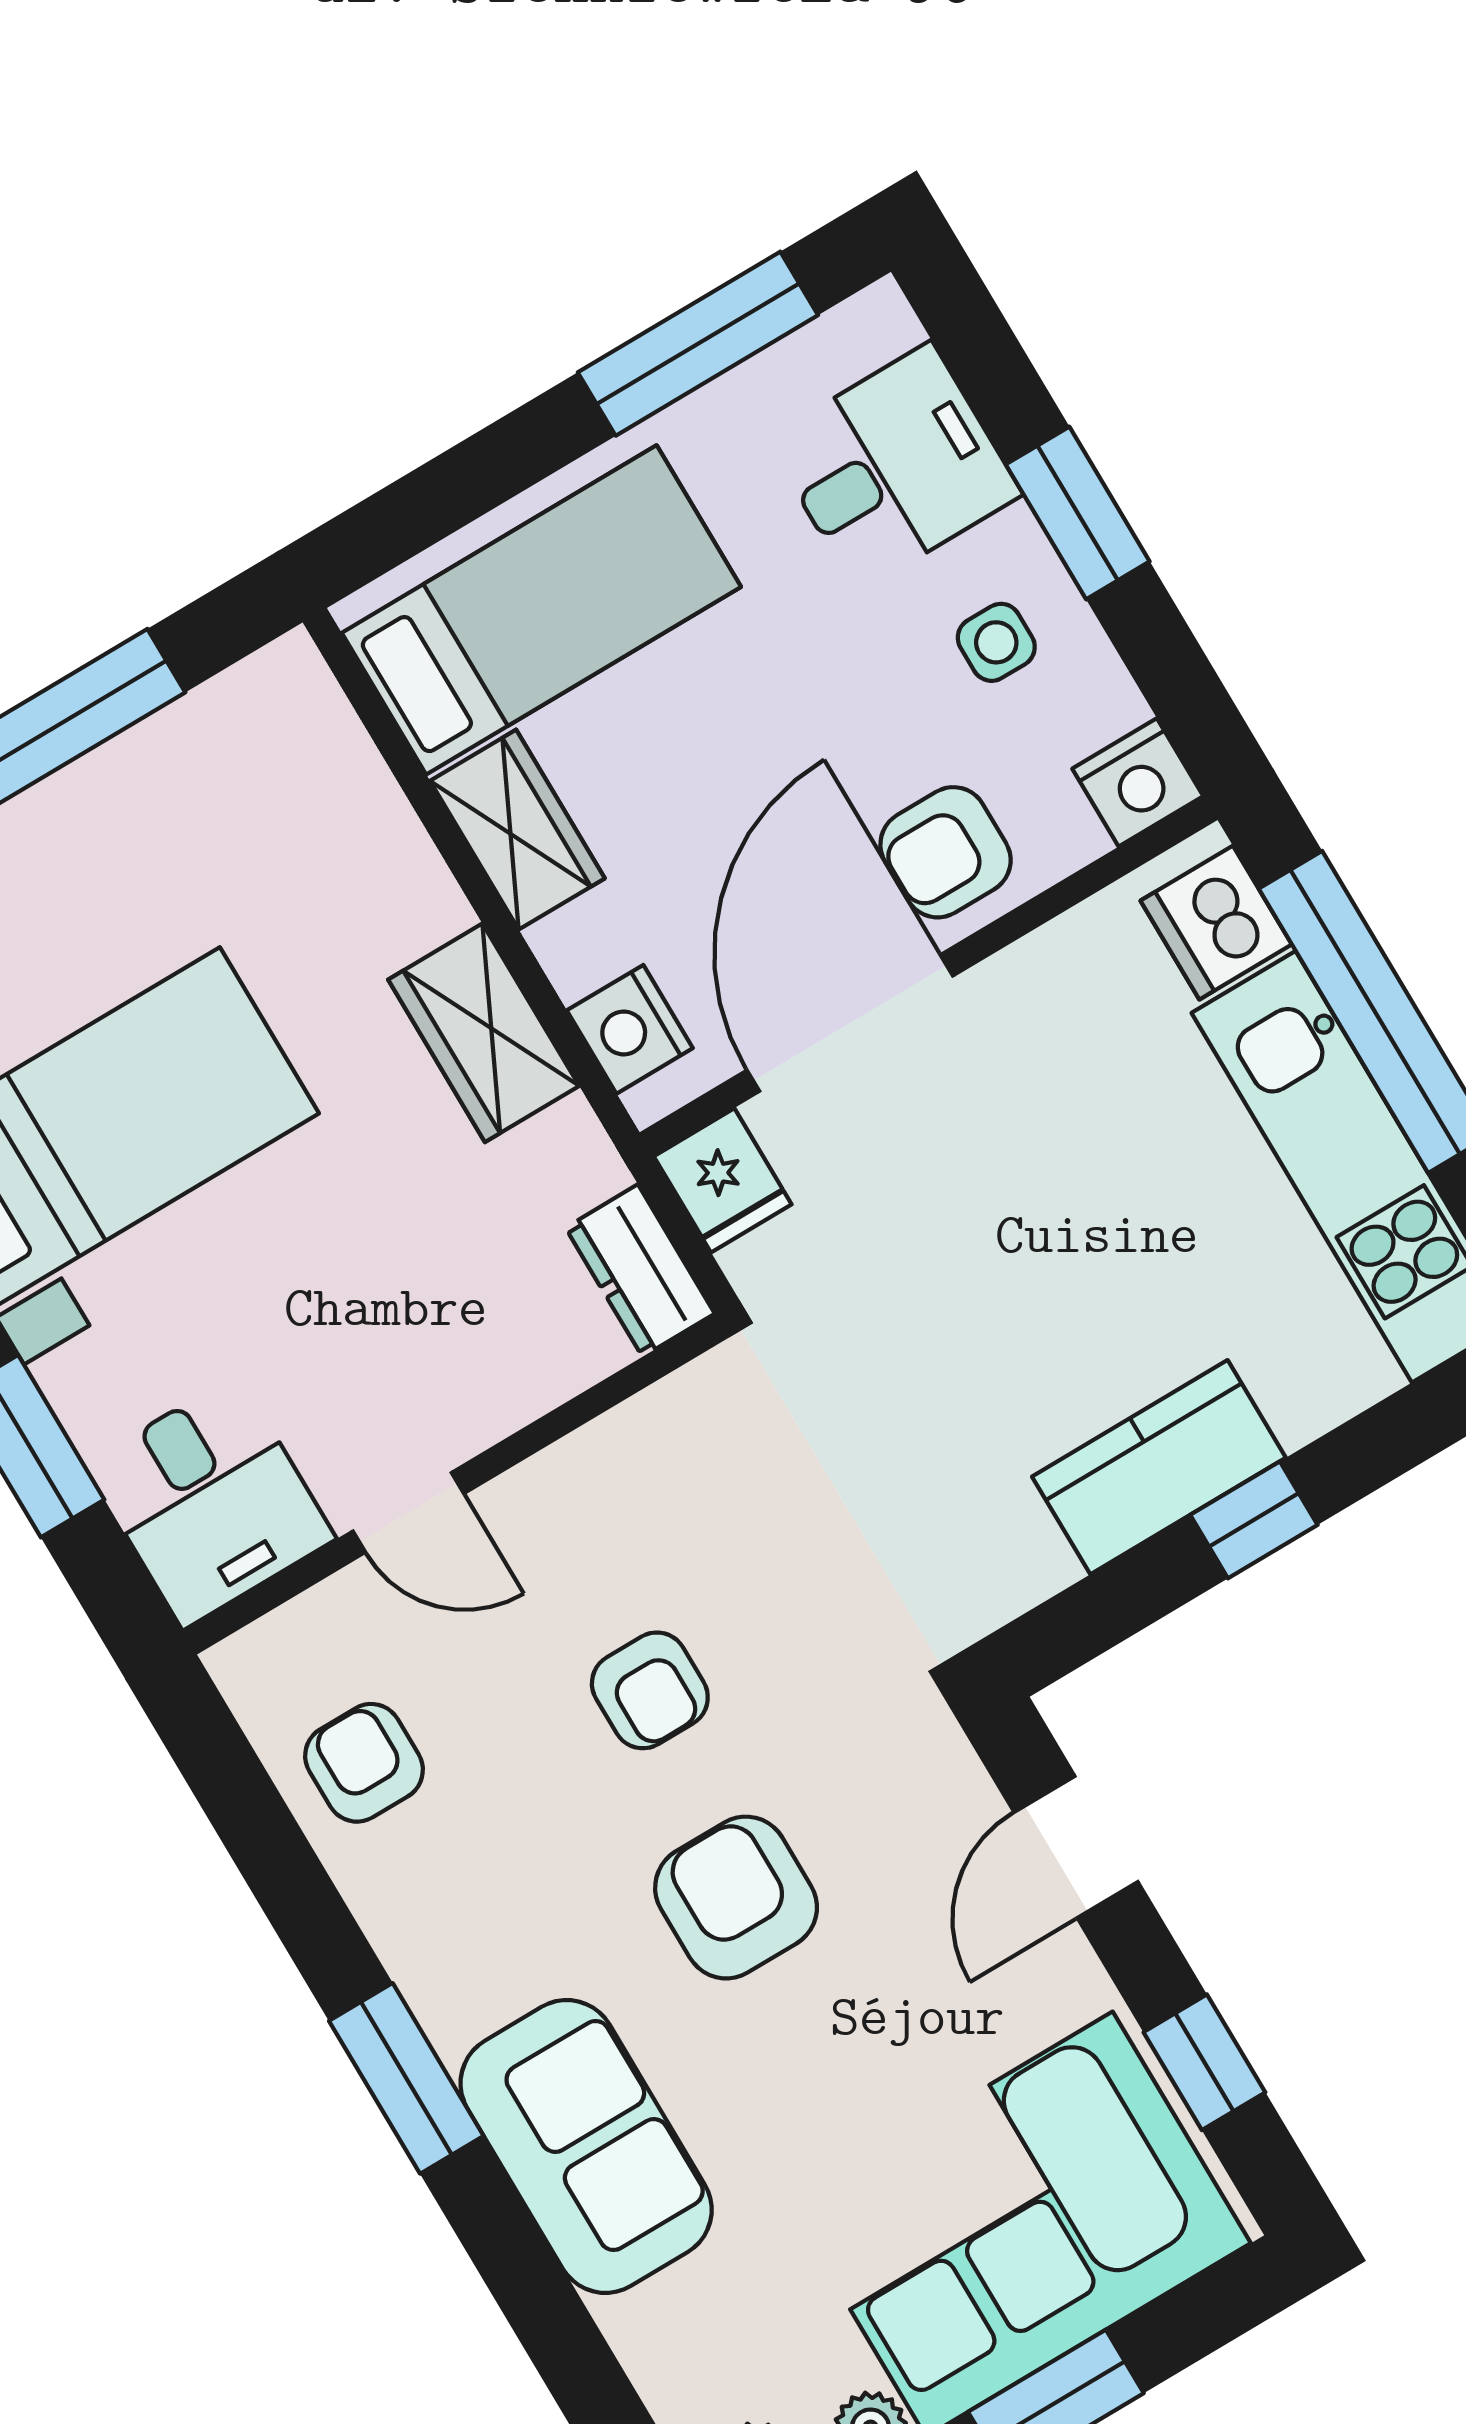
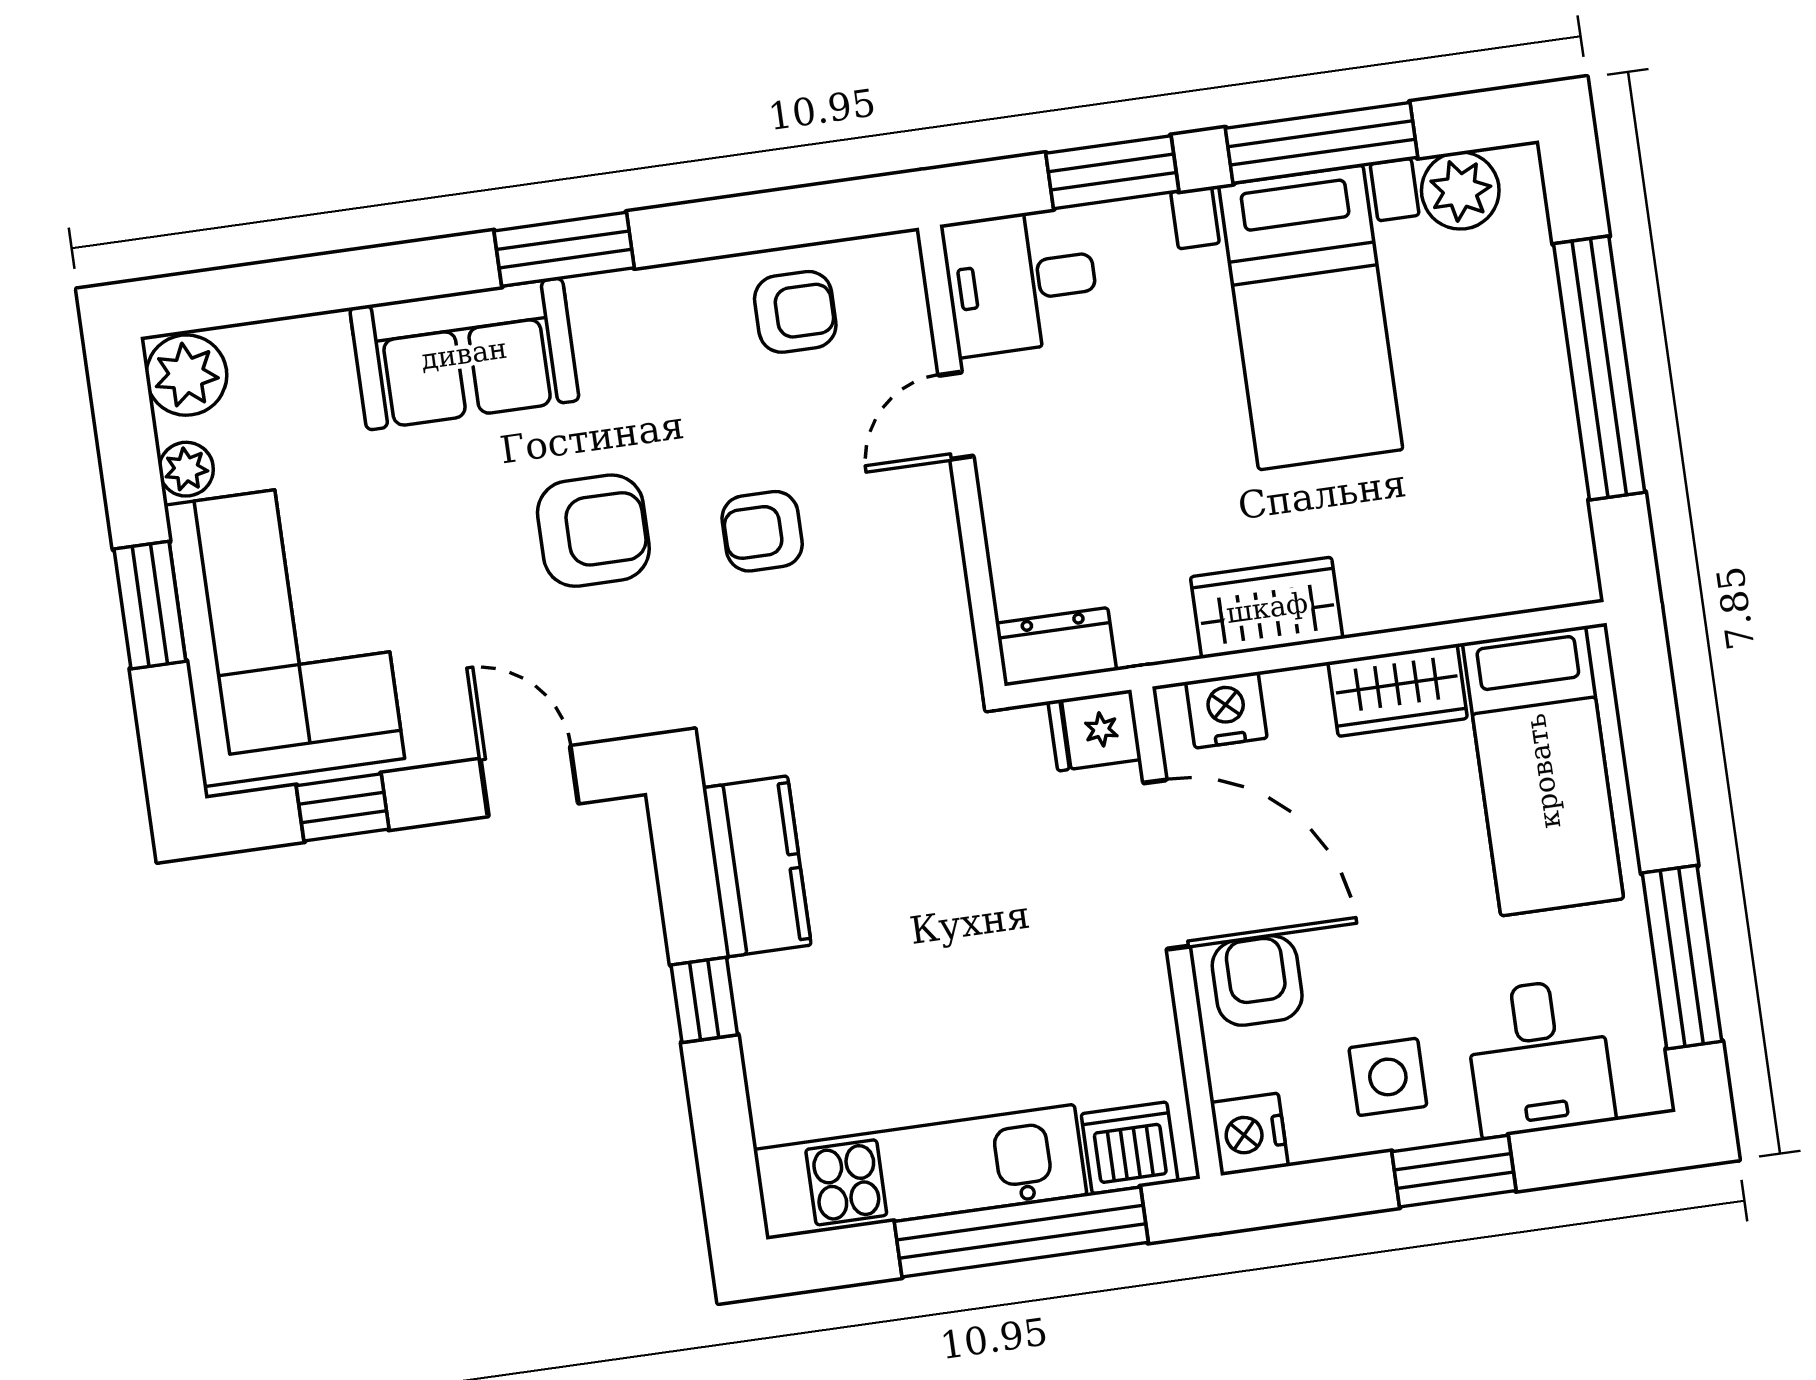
side table: (996, 642) -> (1388, 1077), width x1.37, depth x1.37
kitchen counter: (1159, 1467) -> (757, 866), moved

